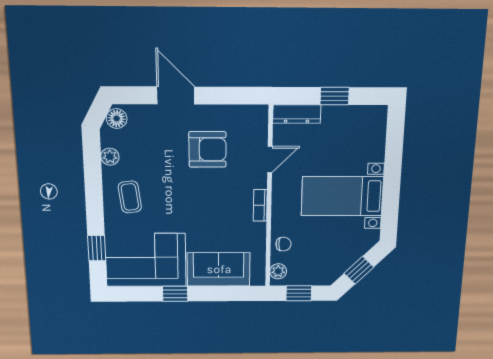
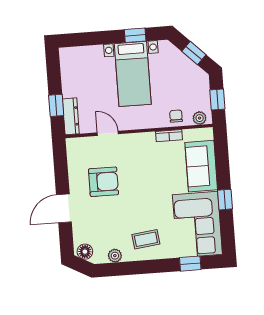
window: (335, 96) -> (56, 105), moved
armchair: (207, 149) -> (103, 182), turned 90
window: (390, 202) -> (135, 35), added
bookcase: (260, 205) -> (169, 136), moved

